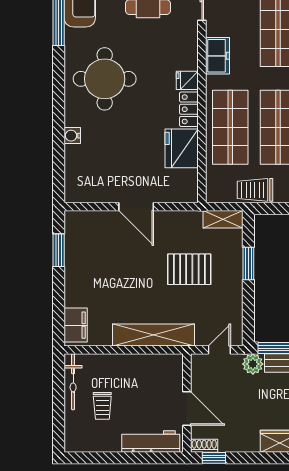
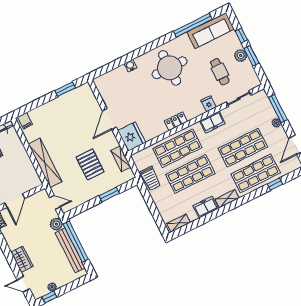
fridge: (187, 80) -> (209, 104), moved
fridge: (182, 148) -> (132, 136), moved, turned 90
trolley: (255, 190) -> (150, 178), turned 180
shelving: (223, 219) -> (121, 159), moved
filing cabinet: (76, 325) -> (25, 121), width x0.50

